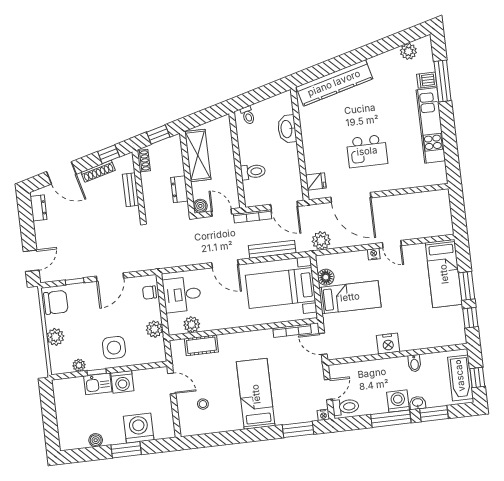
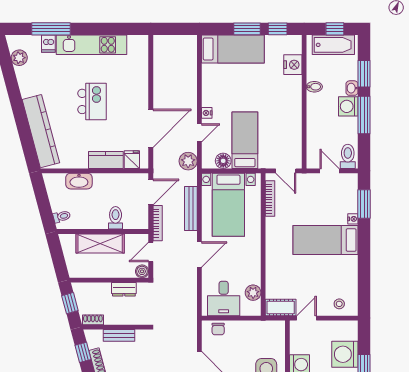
kitchen island: (367, 151) -> (92, 101), moved
kitchen counter: (312, 154) -> (106, 160), added
shelving: (198, 155) -> (100, 243), moved
door: (392, 244) -> (199, 133), moved
plant: (154, 329) -> (253, 328), removed
door: (323, 344) -> (286, 171), hinge flipped
nightstand: (388, 344) -> (293, 65), moved
cot: (201, 345) -> (281, 307), moved, turned 90
stool: (203, 404) -> (339, 304), moved
nightstand: (323, 415) -> (353, 219), moved

